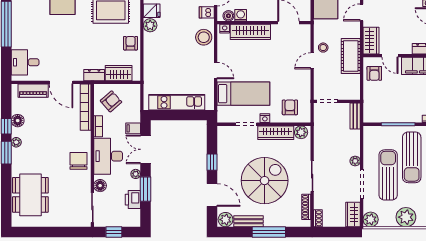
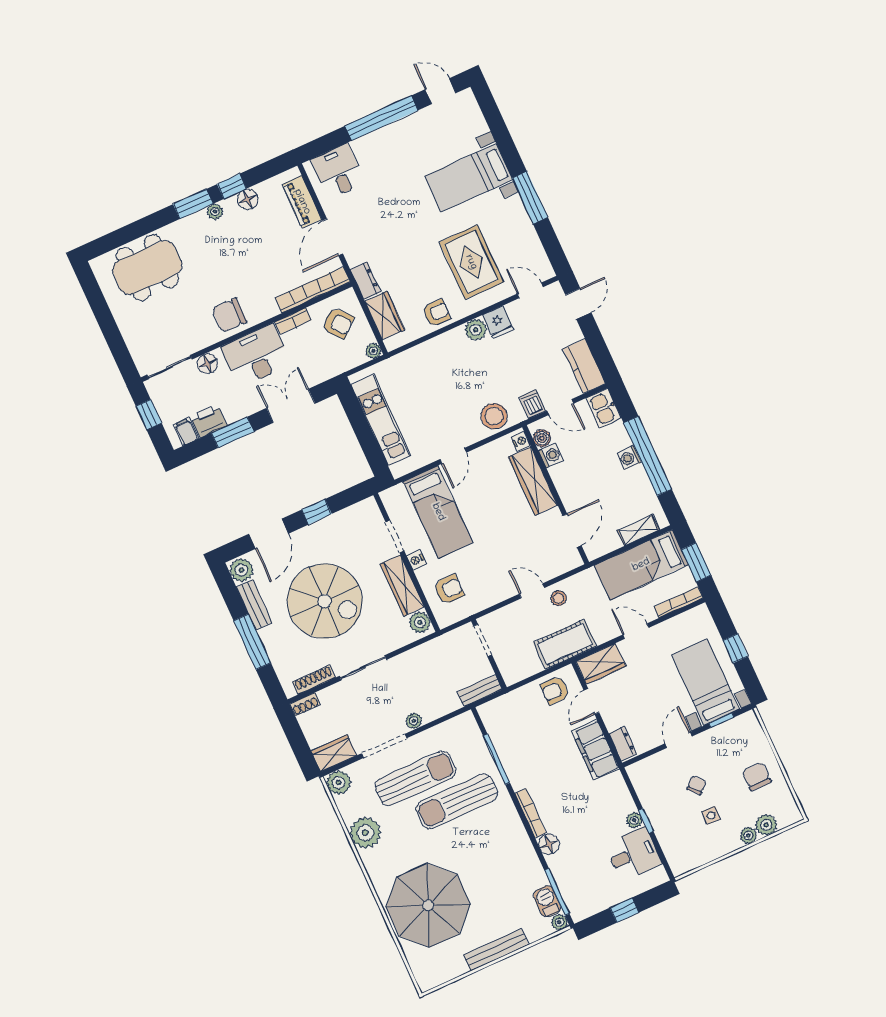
filing cabinet: (133, 128) -> (186, 432), moved
chair: (79, 161) -> (229, 315), turned 180
plant: (136, 174) -> (373, 351), moved

